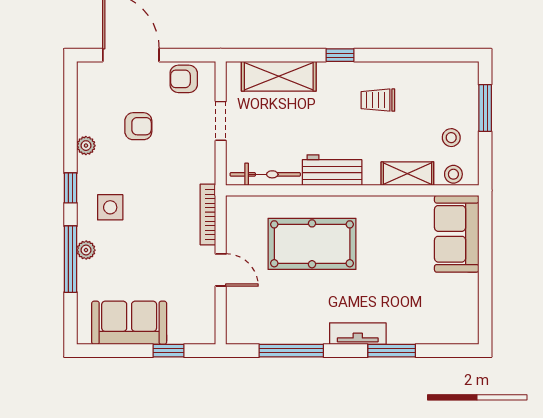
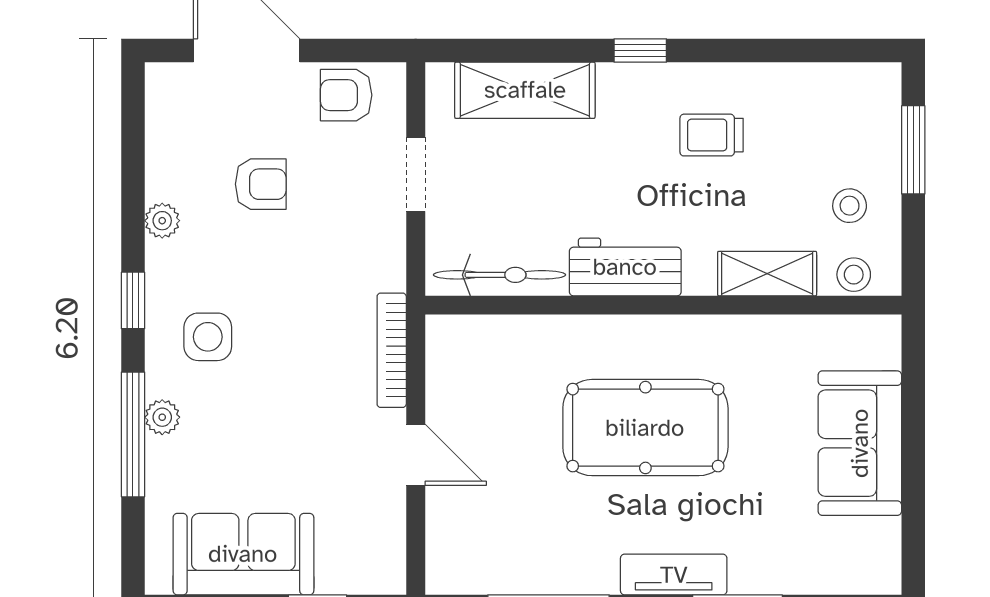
sofa: (457, 234) -> (860, 443), moved
pool table: (312, 244) -> (645, 428), moved

